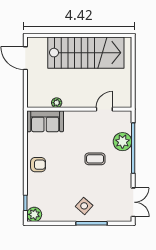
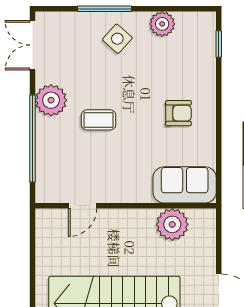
plant: (57, 103) -> (172, 224), width x1.88, depth x1.88
plant: (122, 142) -> (51, 100), moved
armchair: (38, 165) -> (179, 113), moved, turned 180
plant: (34, 214) -> (162, 24), moved

